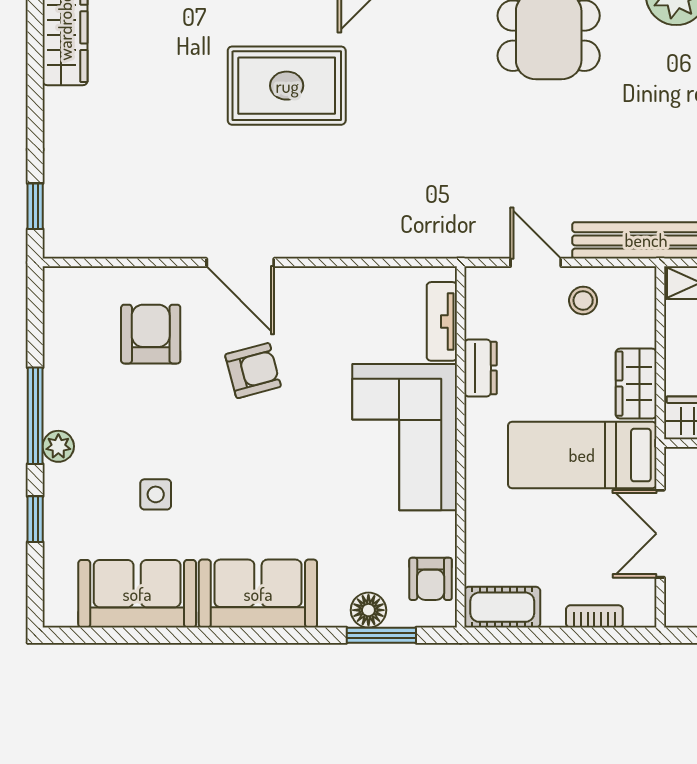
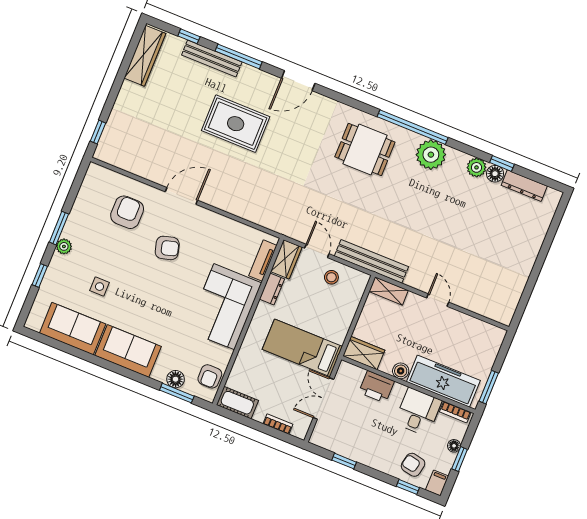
door: (240, 262) -> (181, 196), swing flipped
wardrobe: (636, 384) -> (286, 259), moved, turned 180
window: (35, 416) -> (59, 228), width x0.69

